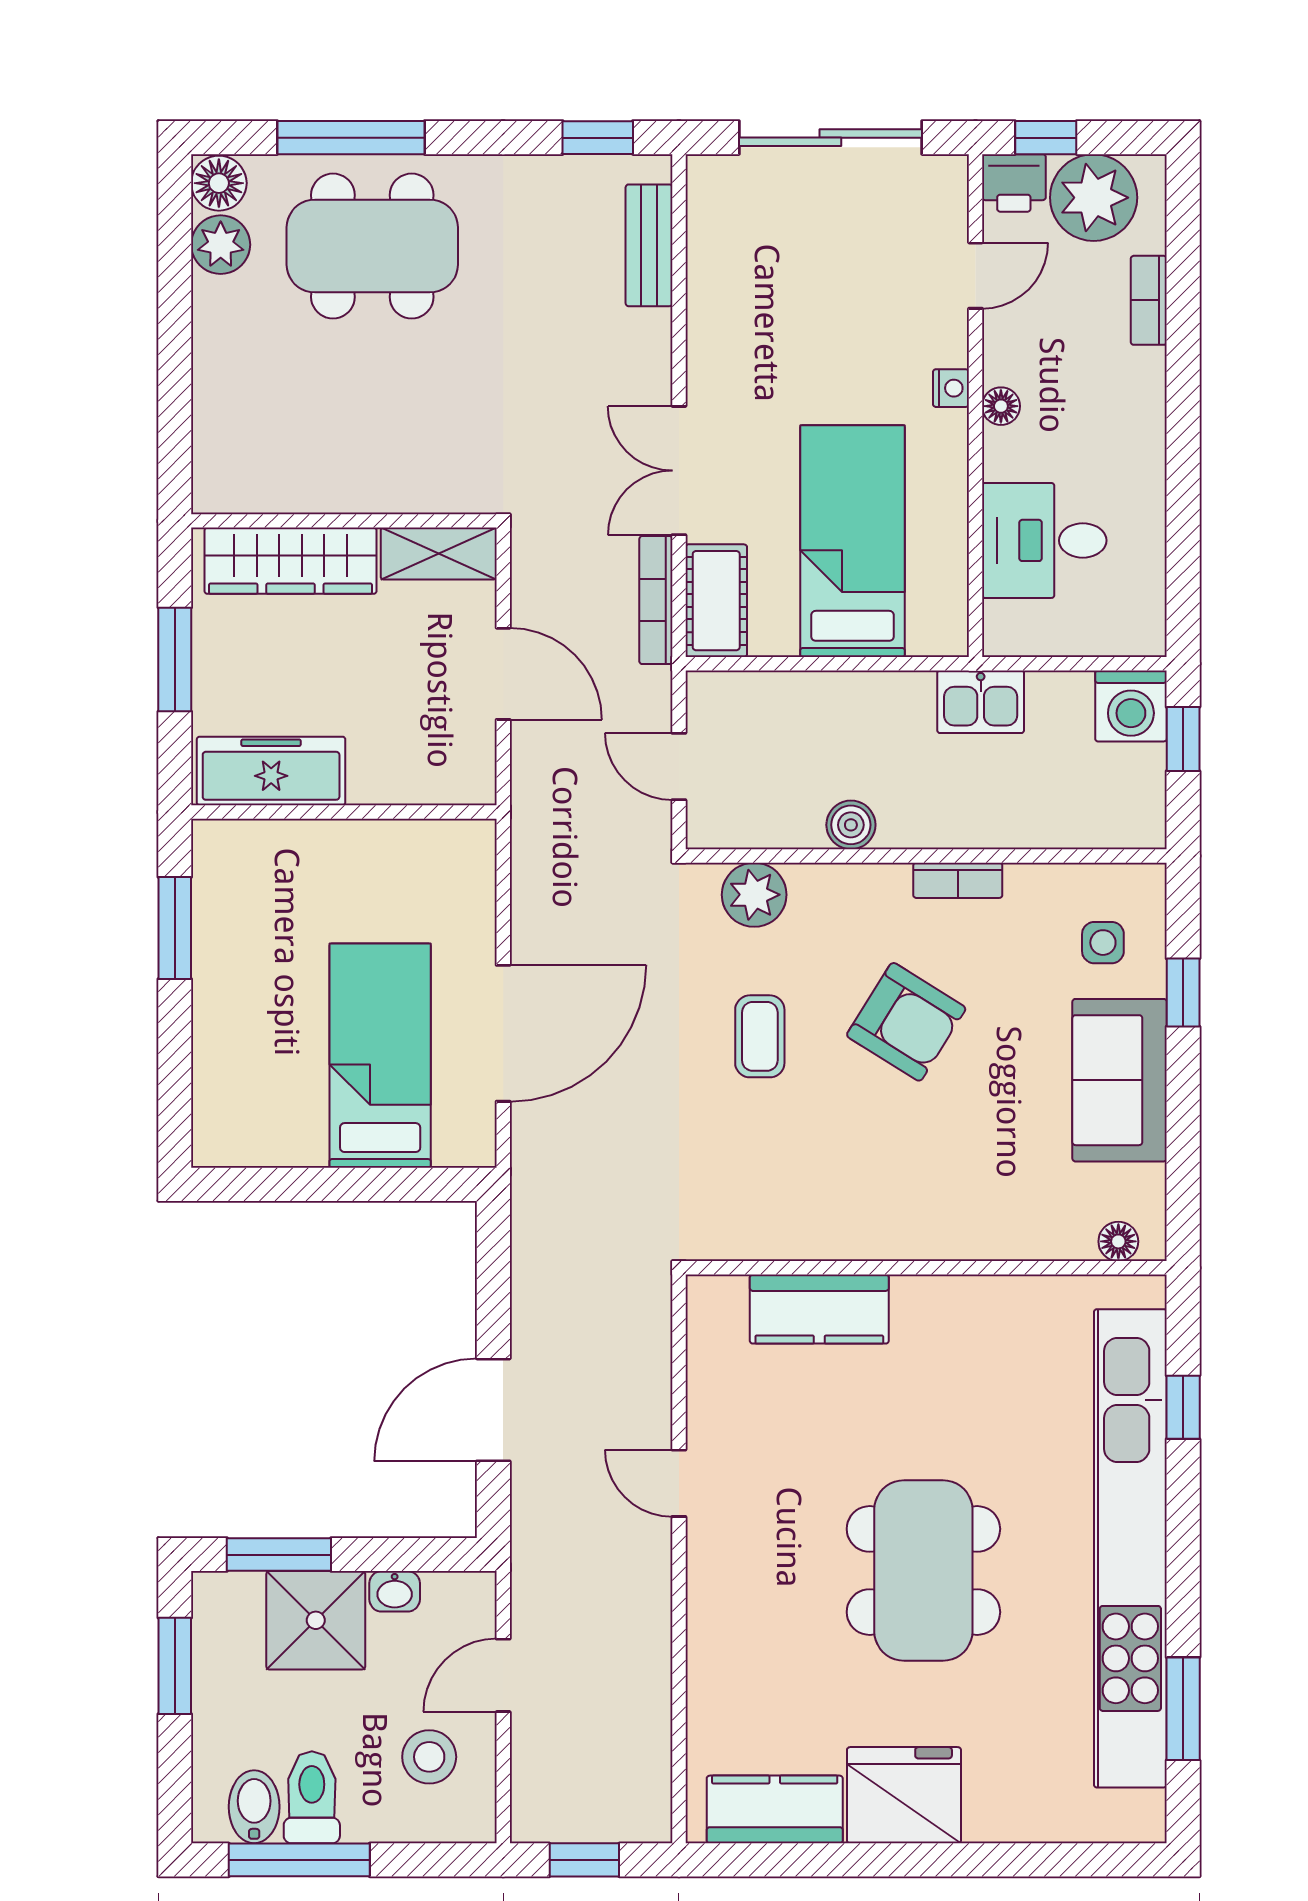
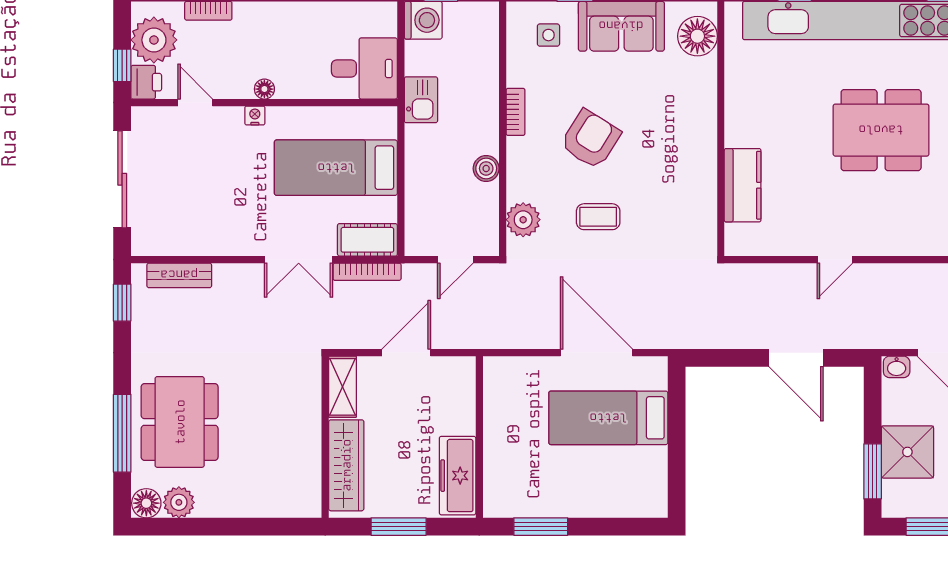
desk: (1044, 540) -> (364, 68), moved, turned -90
floor lamp: (1118, 1241) -> (697, 36), width x1.89, depth x1.89
washbasin: (395, 1591) -> (897, 367), moved, turned 90

